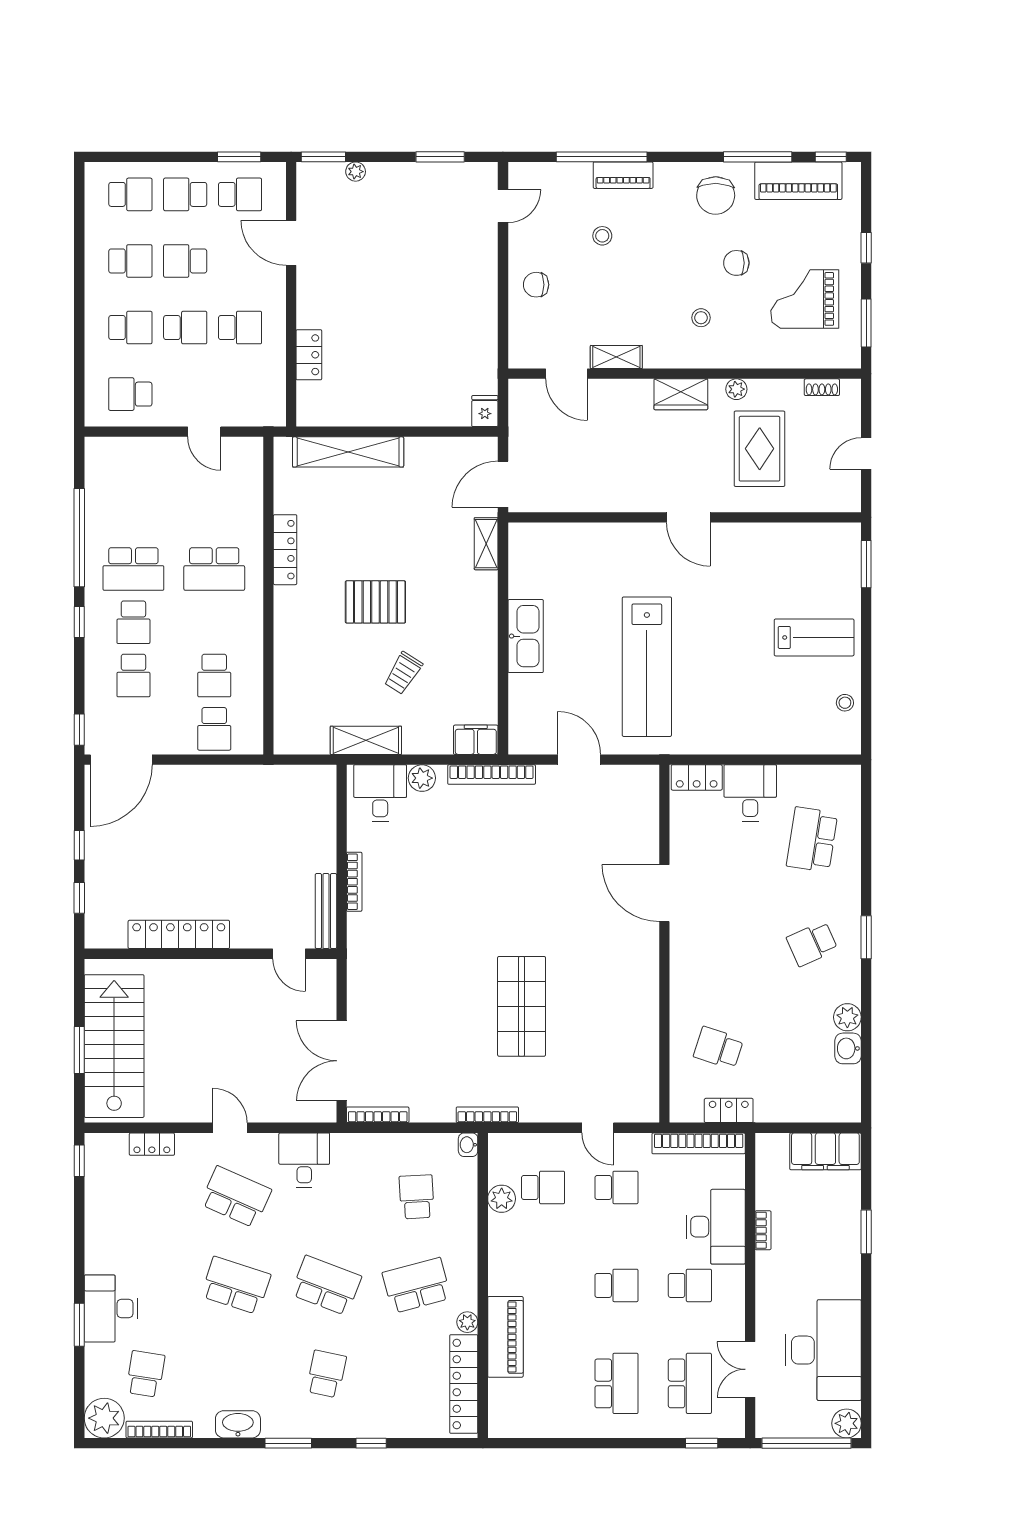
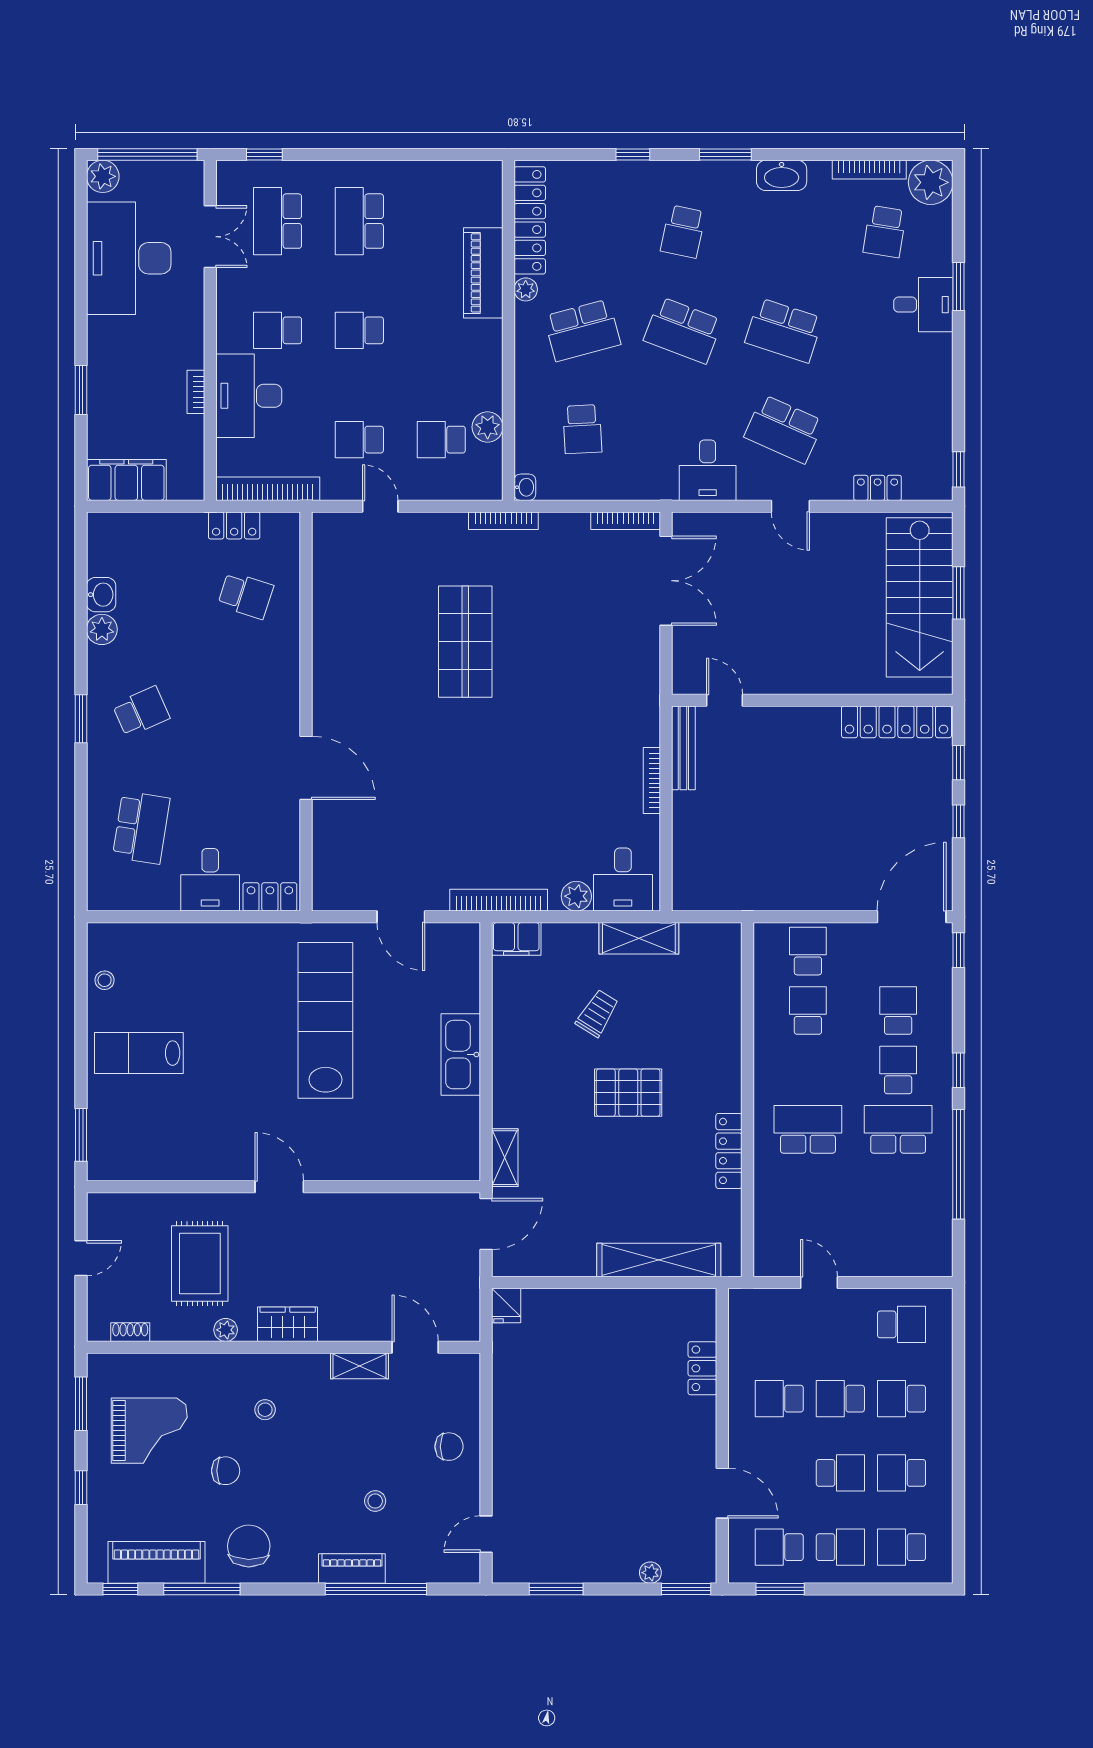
locker: (179, 934) -> (896, 722), moved
desk: (111, 1309) -> (923, 305), width x0.73

